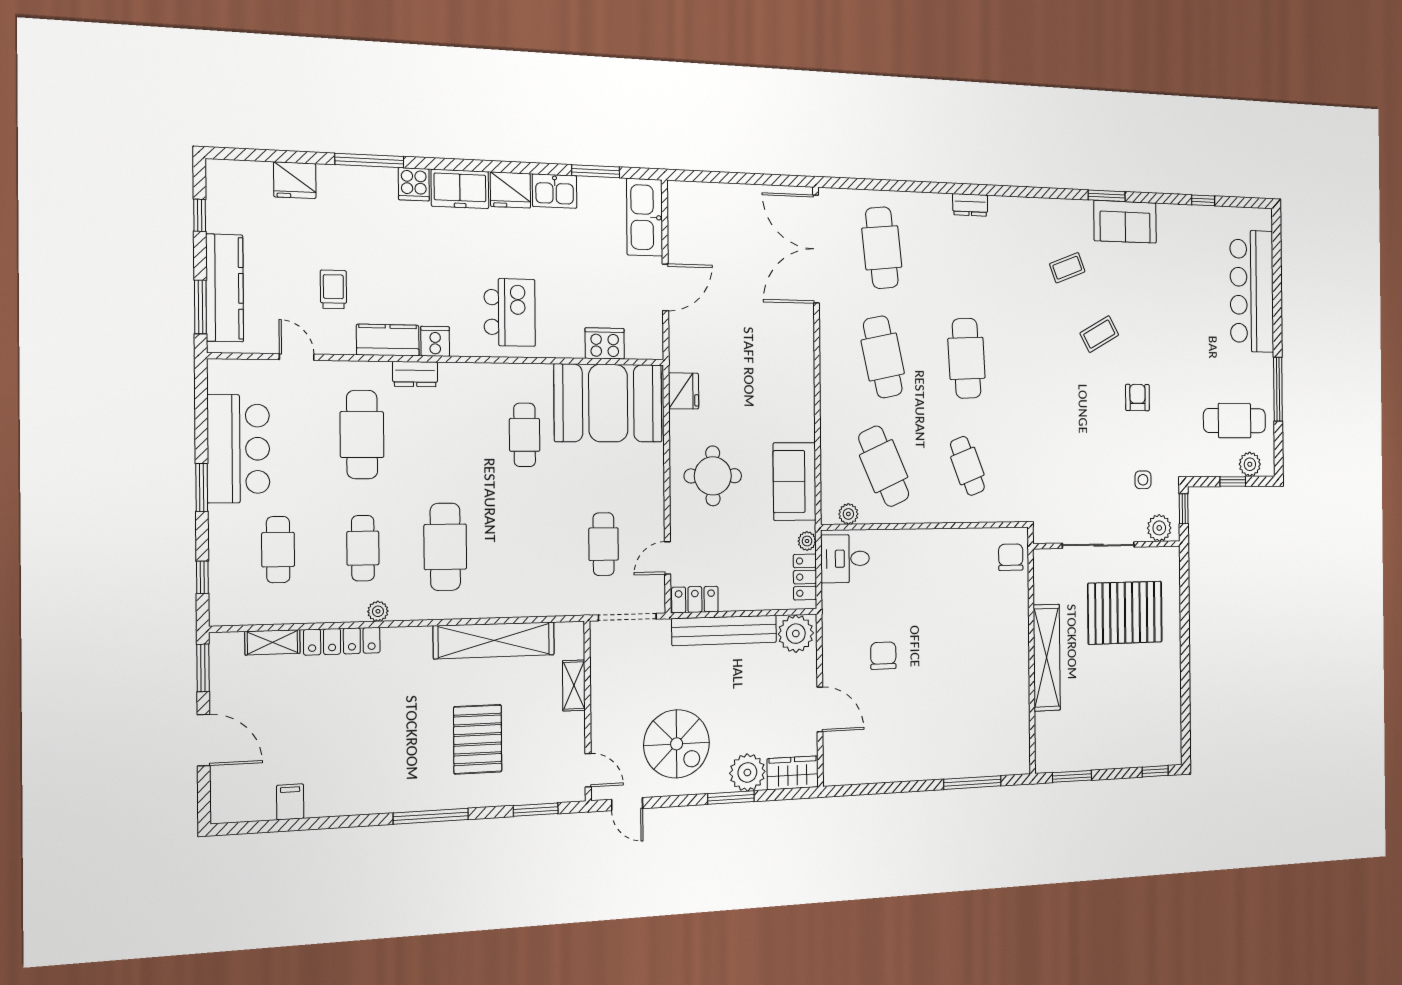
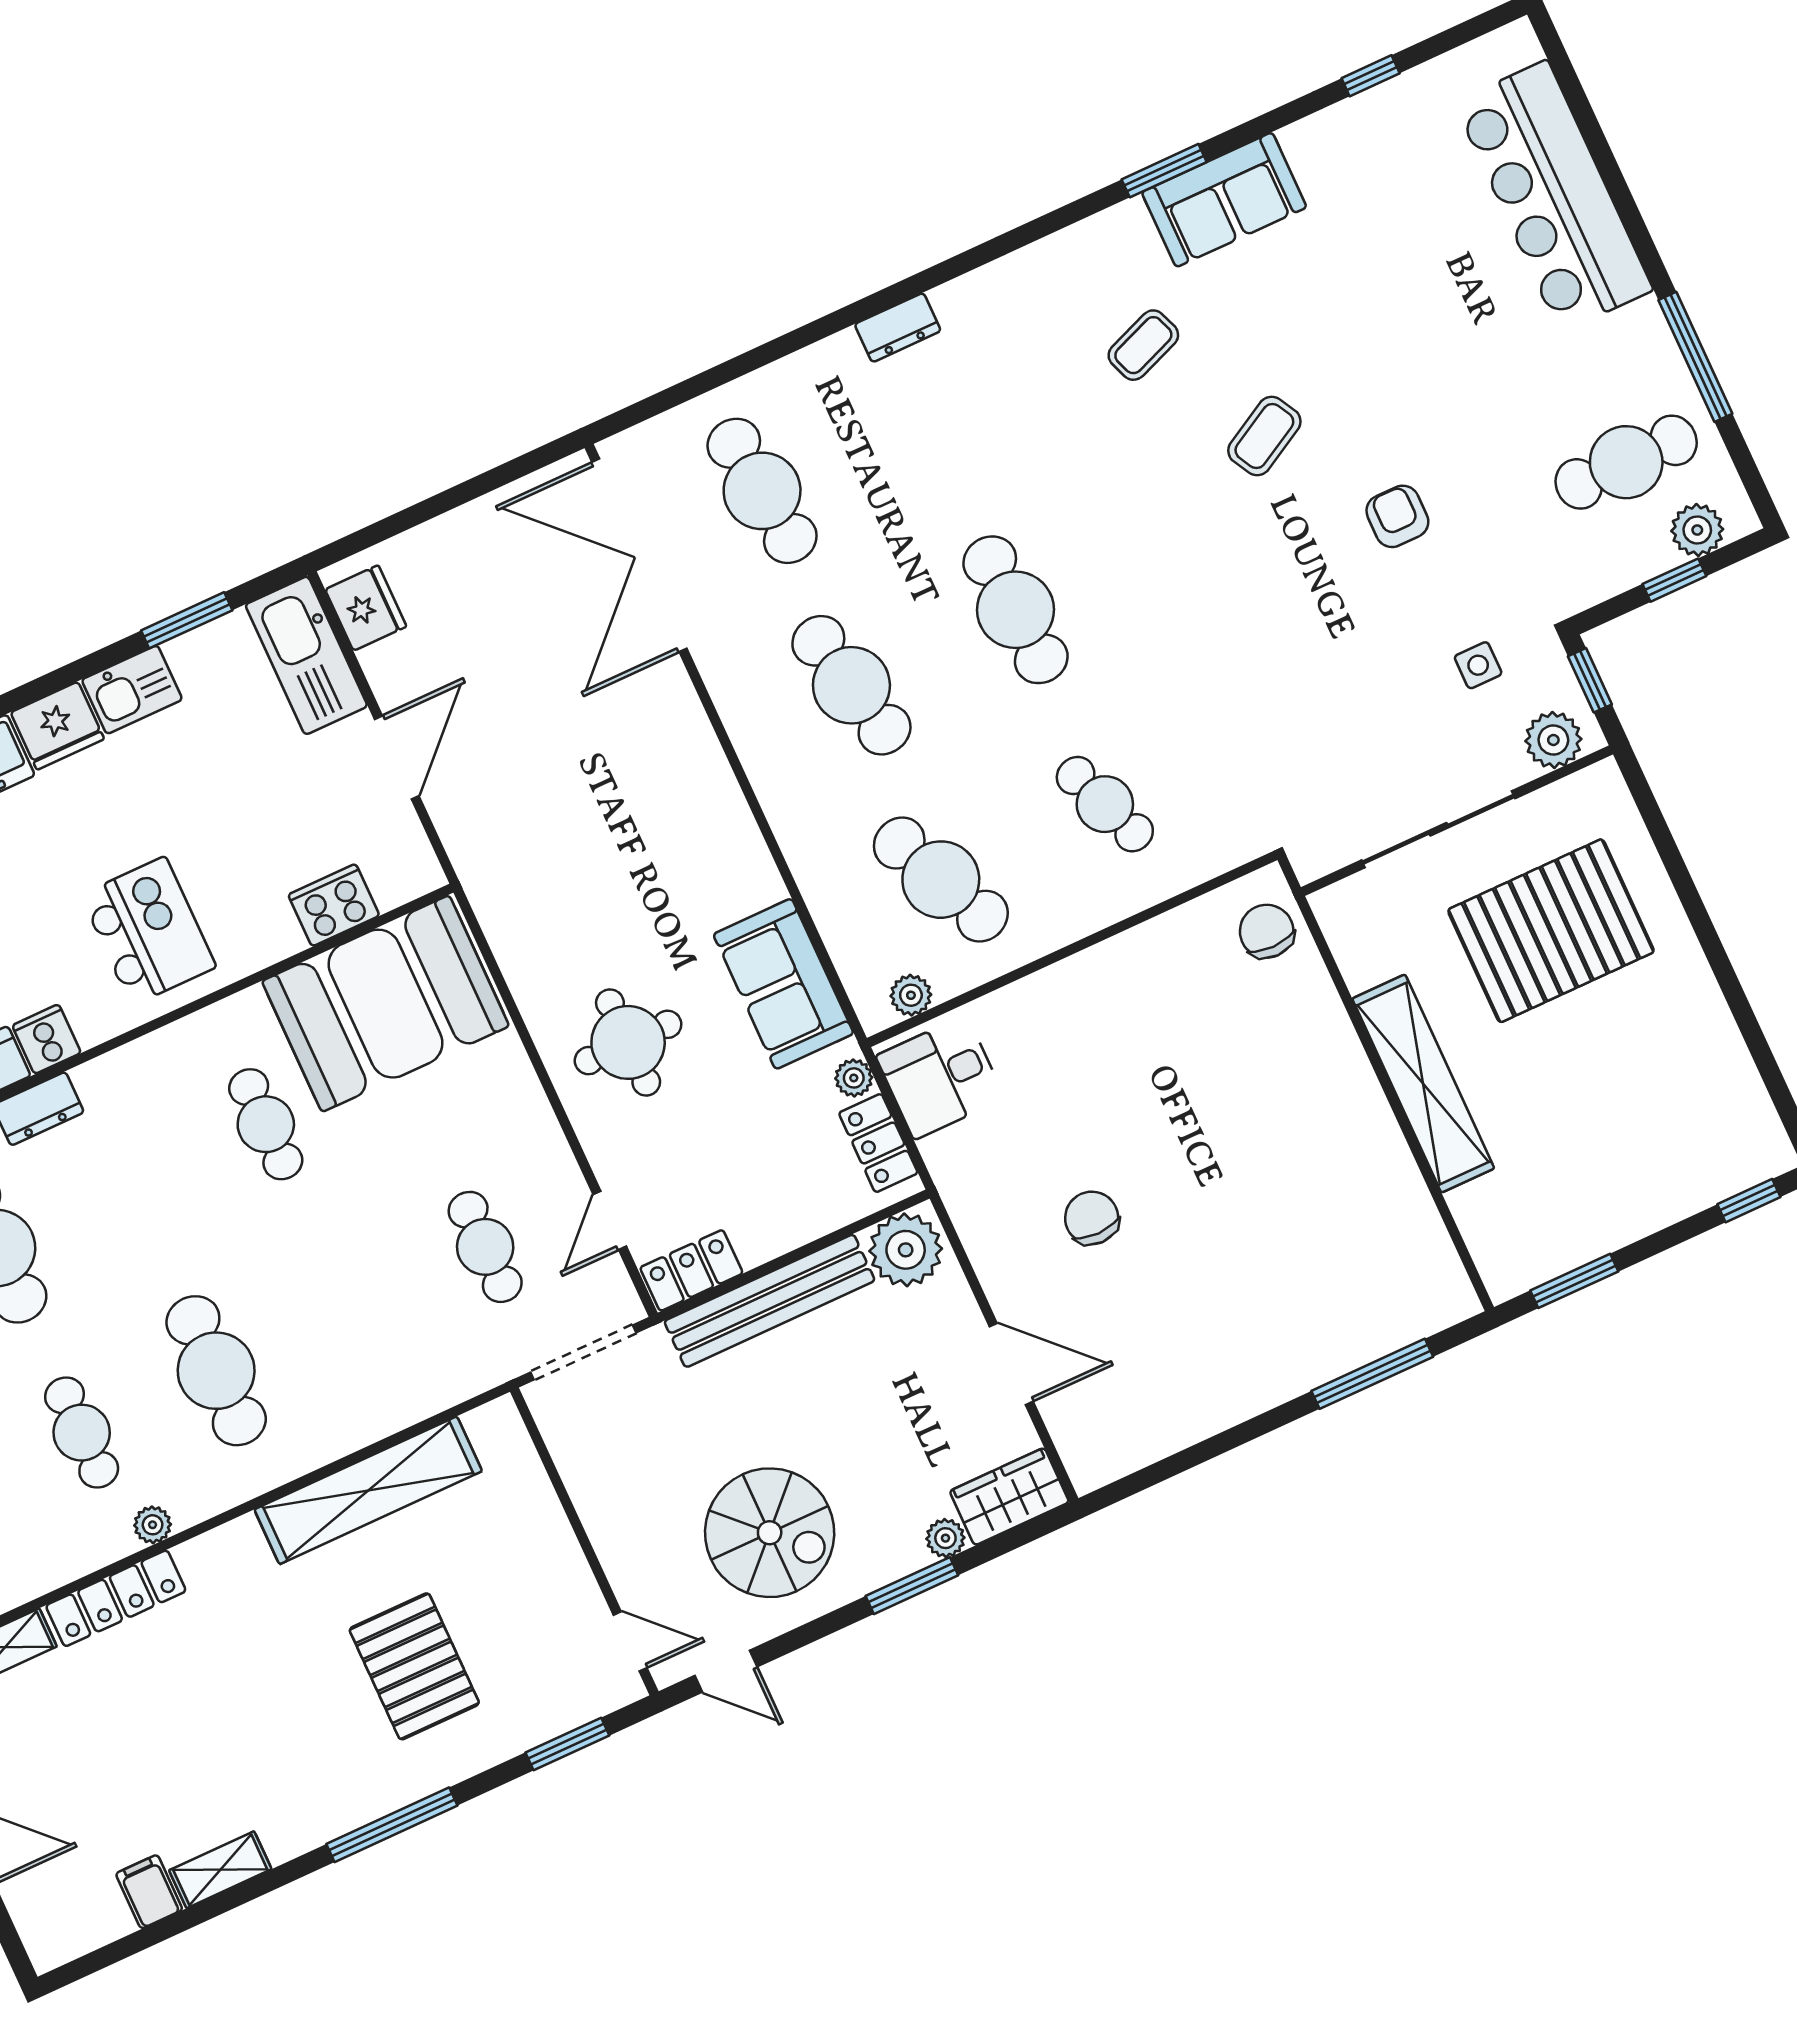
fridge: (684, 391) -> (366, 608), moved
shelving: (574, 685) -> (220, 1870), moved, turned 90
plant: (747, 772) -> (945, 1538), width x0.53, depth x0.53

